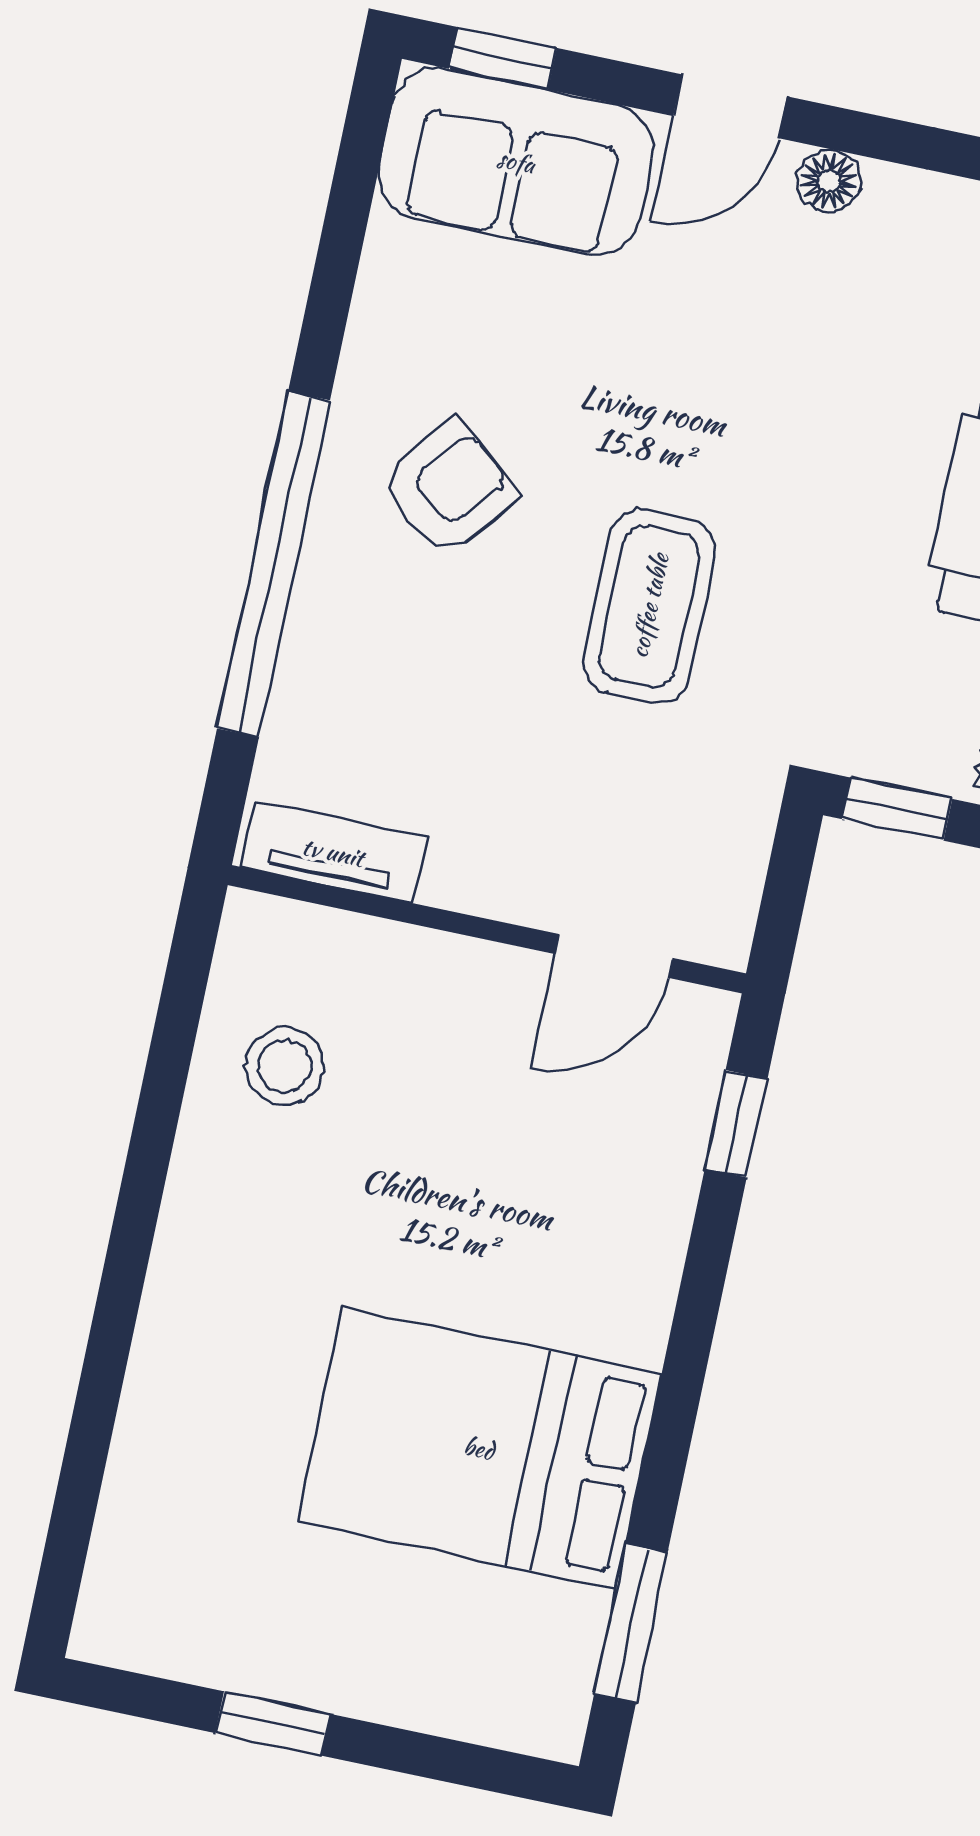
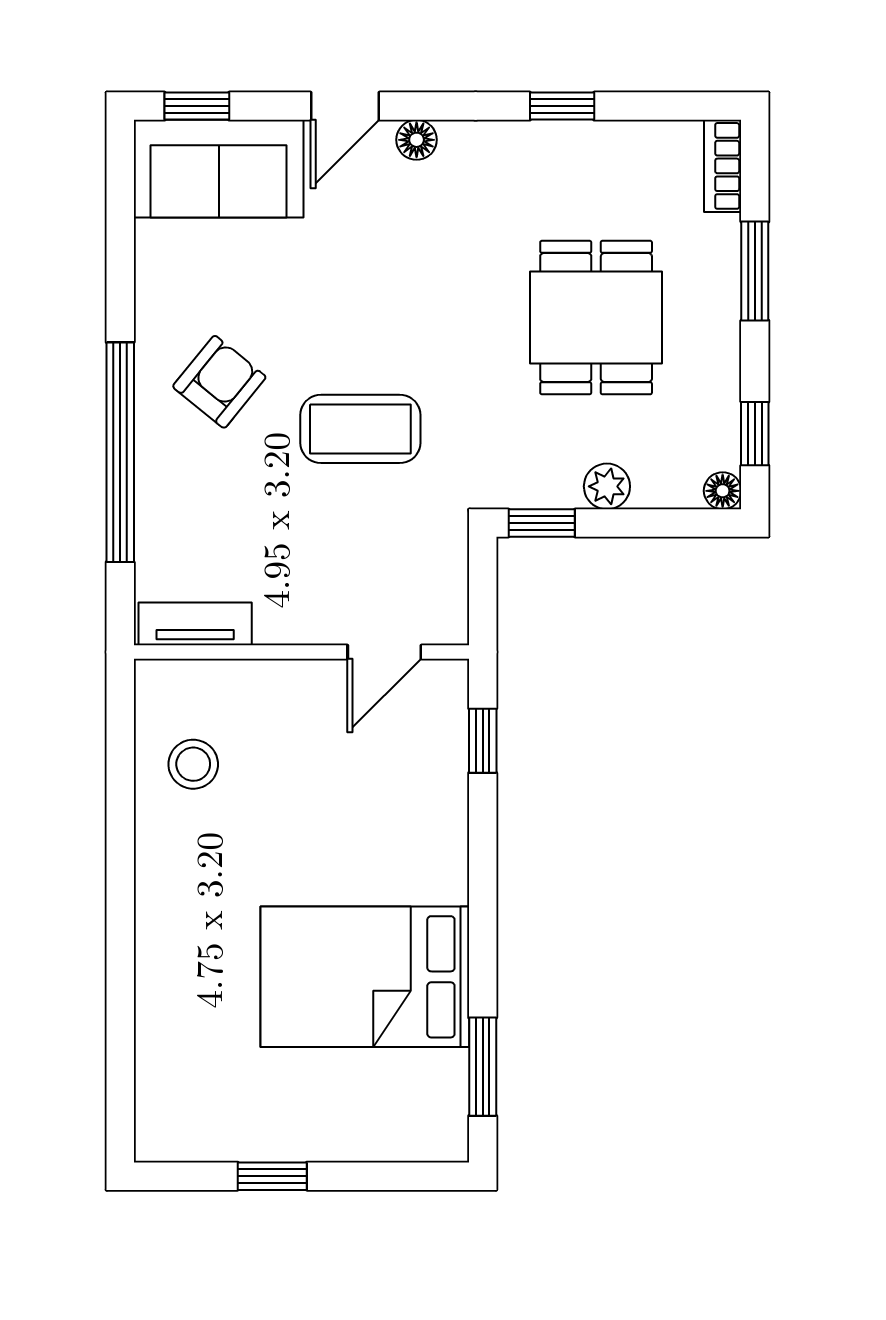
coffee table: (649, 606) -> (360, 429), turned 90

